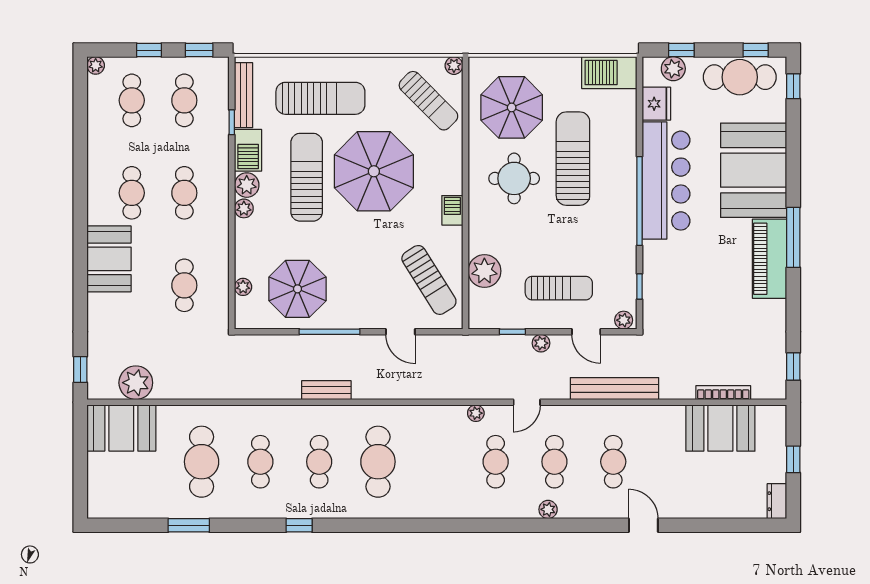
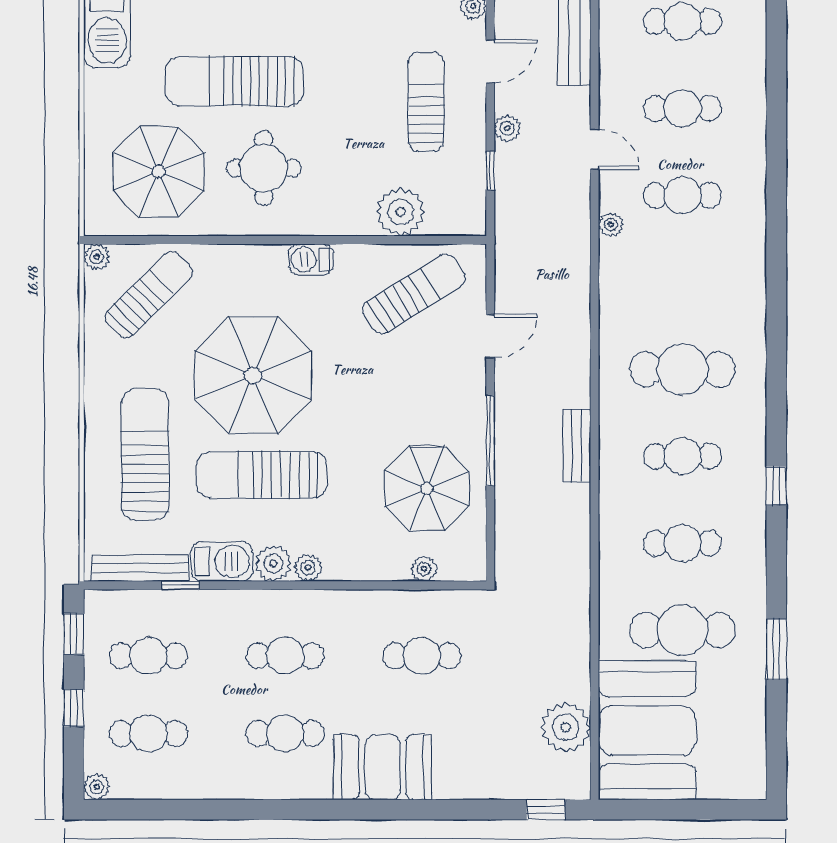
booth: (121, 428) -> (647, 730), width x1.36, depth x1.42
plant: (548, 509) -> (753, 118), removed

